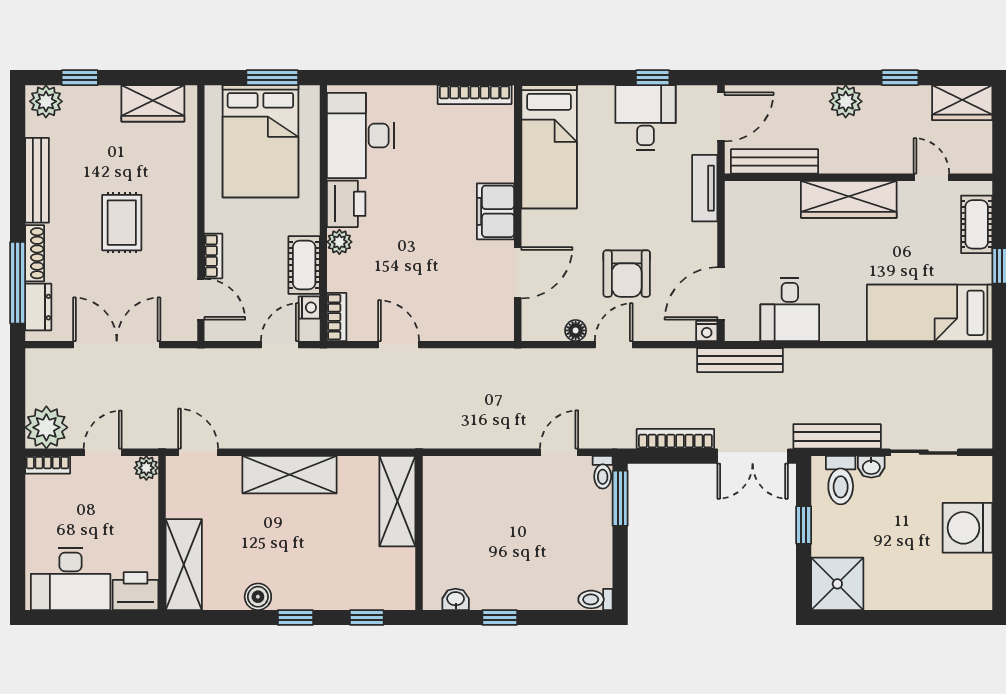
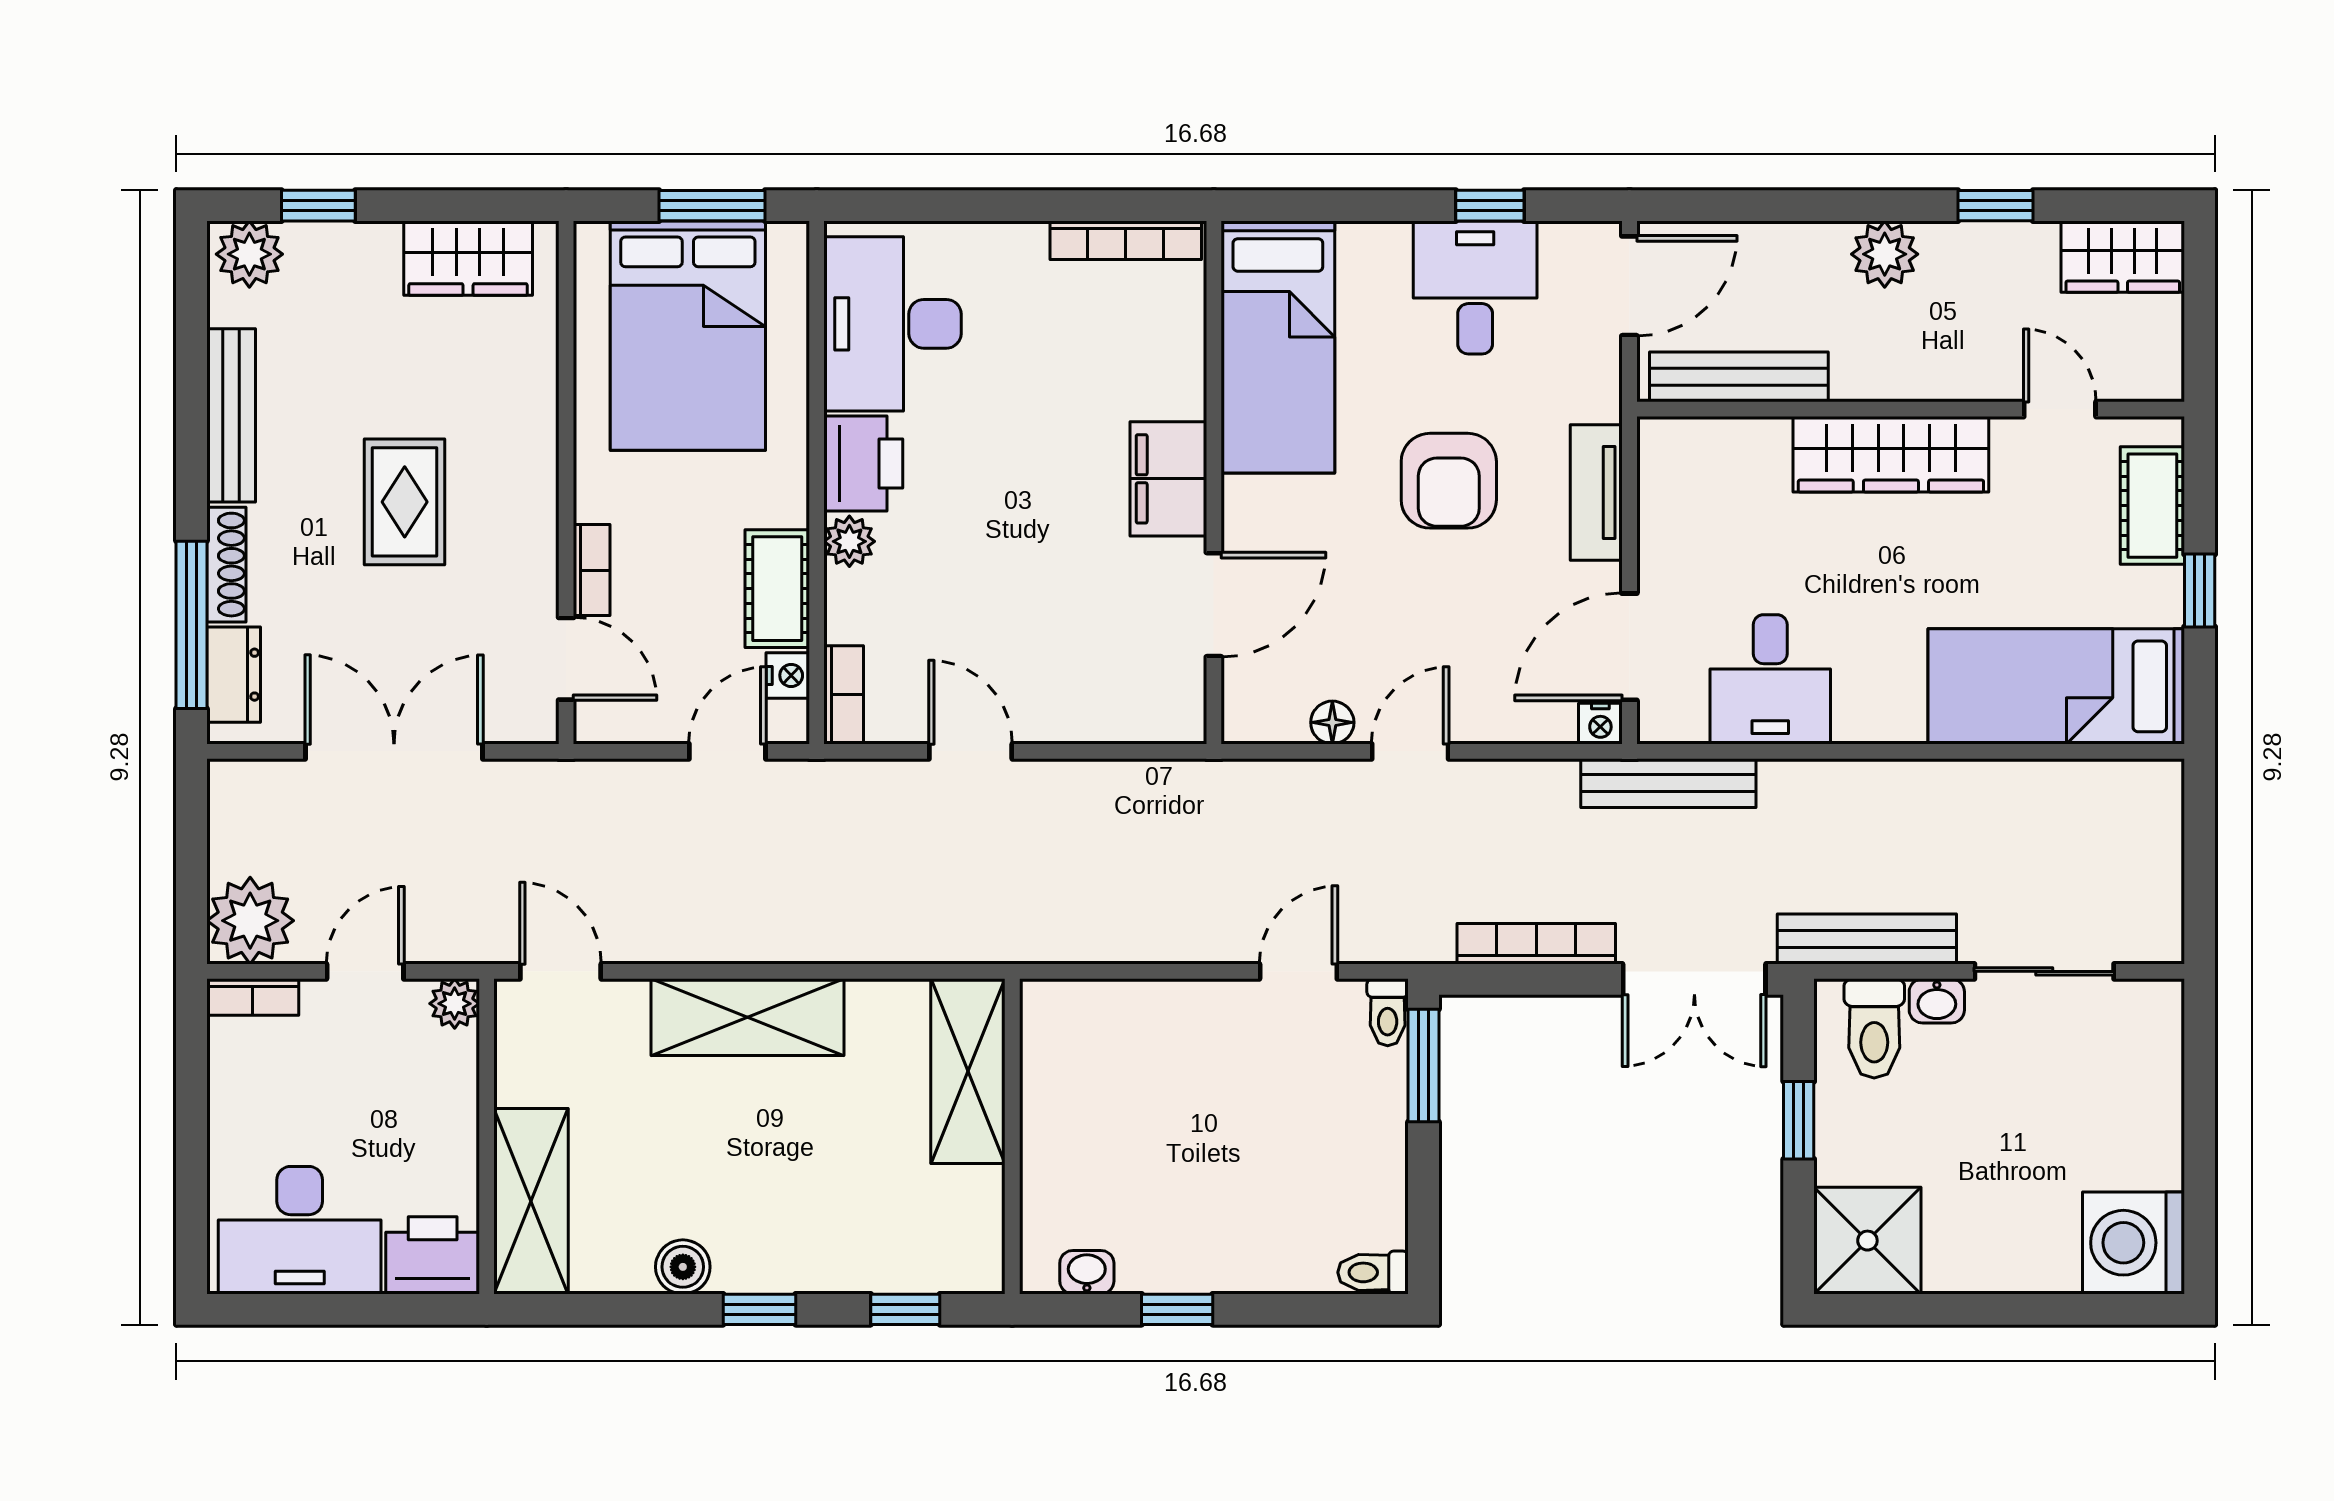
tv unit: (705, 188) -> (1596, 493), moved
armchair: (627, 274) -> (1449, 481), moved
washing machine: (967, 528) -> (2134, 1243), moved

